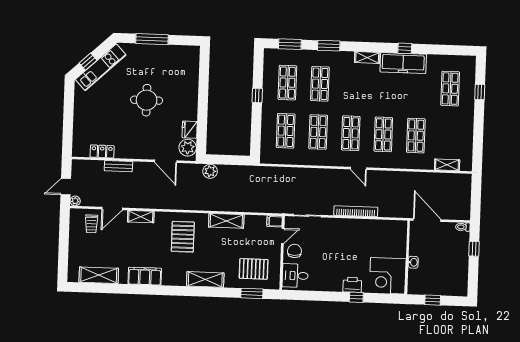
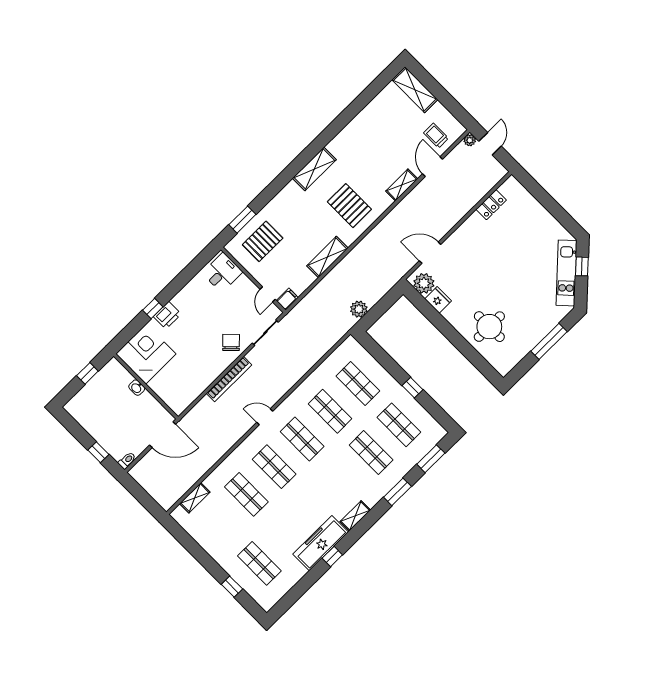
round table: (147, 100) -> (489, 327), moved
bench: (118, 166) -> (465, 207), removed
plant: (210, 171) -> (359, 309), moved
chair: (294, 251) -> (231, 342), moved, turned -135
shelving: (99, 275) -> (415, 90), moved, turned 90
filing cabinet: (145, 276) -> (346, 140), removed
shelving: (205, 279) -> (314, 169), moved

